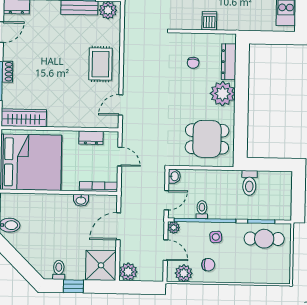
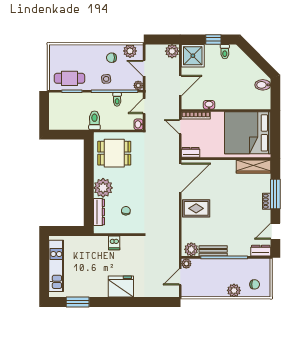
rug: (101, 64) -> (196, 208), turned 90
door: (121, 105) -> (180, 178), width x1.88
dresser: (91, 138) -> (191, 152), moved
door: (120, 157) -> (180, 127), moved
toilet: (249, 183) -> (94, 120), moved

